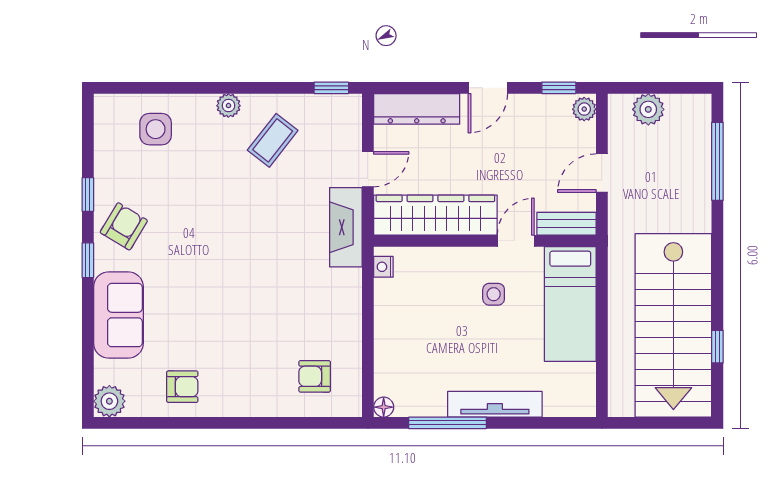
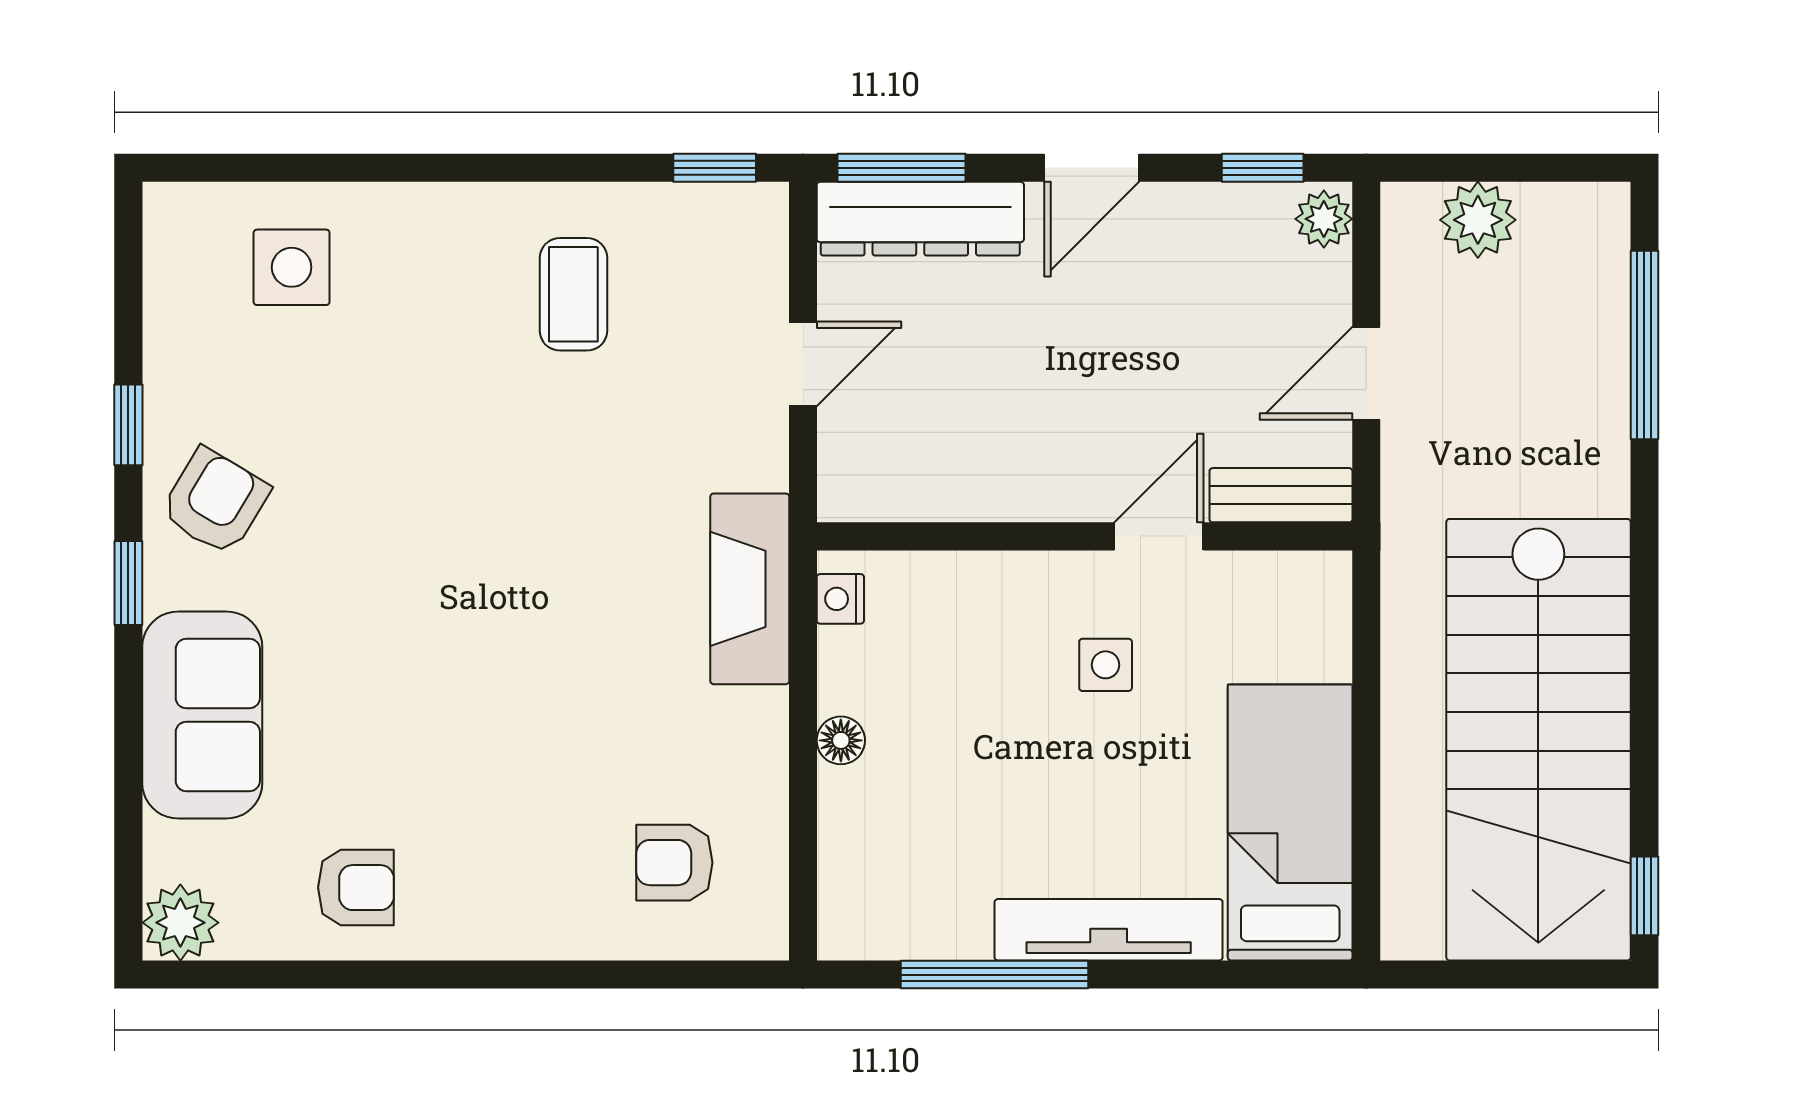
window: (409, 88) -> (902, 168), added
plant: (228, 106) -> (467, 211), removed
coffee table: (273, 140) -> (573, 294), turned -38
wardrobe: (435, 215) -> (965, 474), removed
fireplace: (346, 227) -> (750, 589), moved
bed: (570, 304) -> (1290, 822), moved, turned 180
window: (717, 347) -> (1644, 896), moved
floor lamp: (384, 407) -> (841, 740), moved

